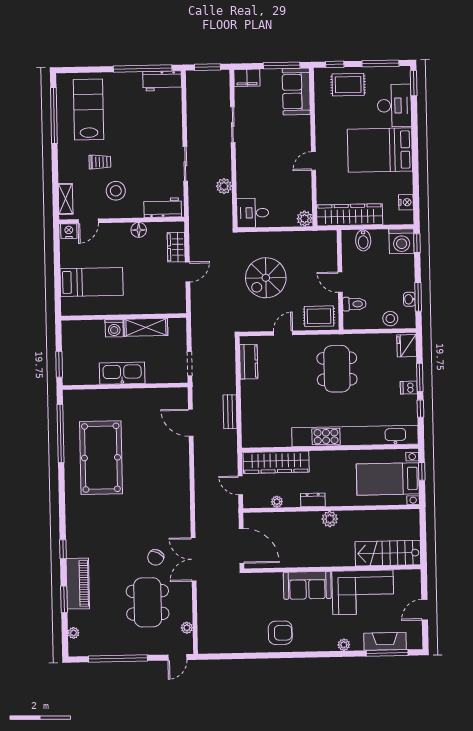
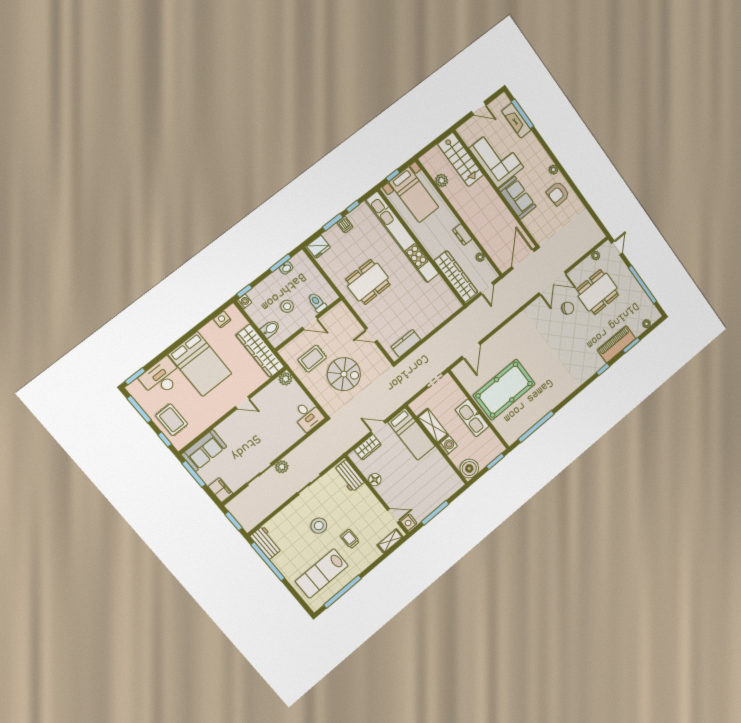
plant: (224, 186) -> (282, 467), moved
stool: (116, 191) -> (319, 526), moved
washing machine: (402, 241) -> (244, 302), width x0.53, depth x0.53
window: (57, 264) -> (435, 513), added
bed: (92, 282) -> (412, 434), moved, turned 180
door: (340, 282) -> (310, 323), hinge flipped
rug: (319, 316) -> (312, 359), moved, turned 90
stool: (390, 319) -> (287, 306), moved
boiler: (73, 332) -> (469, 469), added
bench: (230, 412) -> (446, 331), removed
pool table: (101, 458) -> (504, 390), moved
plant: (330, 519) -> (442, 180), moved
armchair: (280, 633) -> (558, 193), turned -93
plant: (344, 645) -> (553, 170), moved
door: (177, 657) -> (617, 248), hinge flipped

